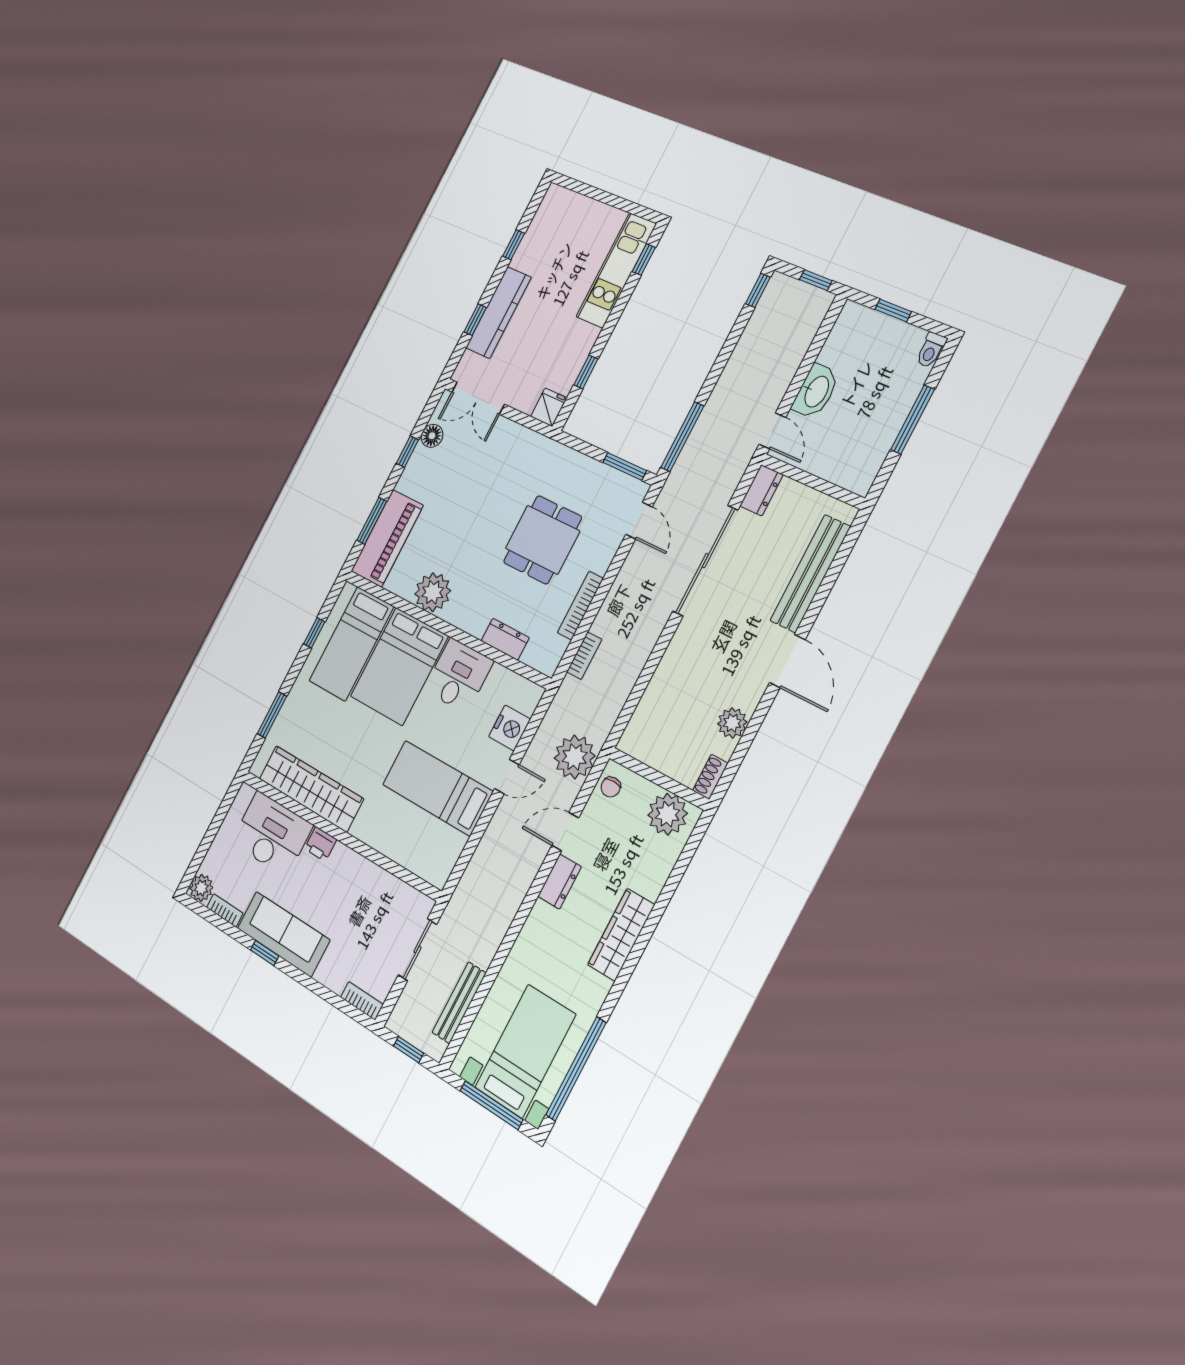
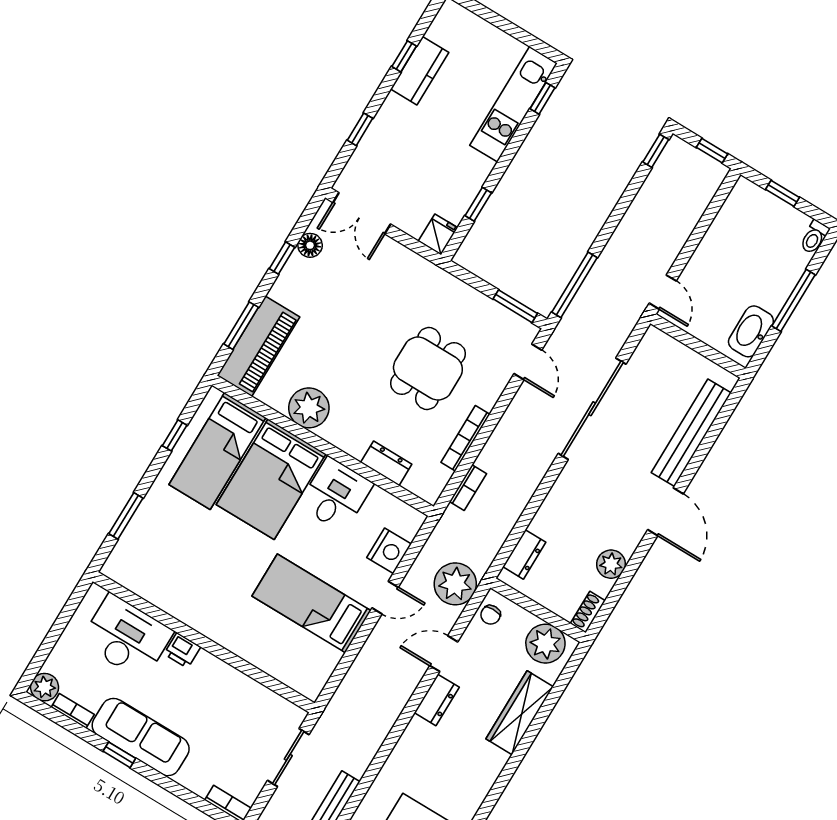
kitchen counter: (498, 313) -> (420, 71), moved, width x0.67
washbasin: (816, 391) -> (751, 331), moved, turned 180
dresser: (761, 490) -> (524, 554), moved
wardrobe: (311, 789) -> (171, 594), removed
wardrobe: (621, 935) -> (520, 713), moved

